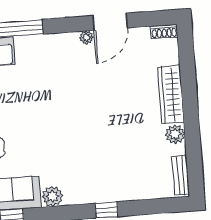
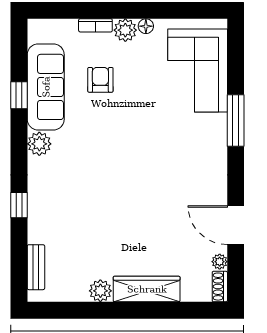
plant: (86, 37) -> (220, 262), moved
bench: (181, 176) -> (36, 267), moved, turned 90

